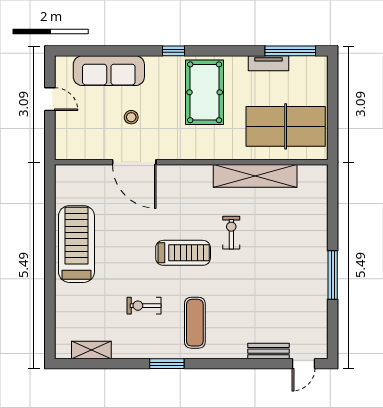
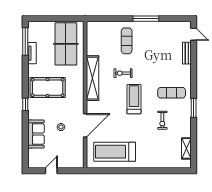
sofa: (109, 71) -> (36, 134), width x0.73
shelving: (255, 176) -> (93, 78), moved
exercise mat: (291, 239) -> (127, 41), added
treadmill: (76, 244) -> (115, 152), moved

